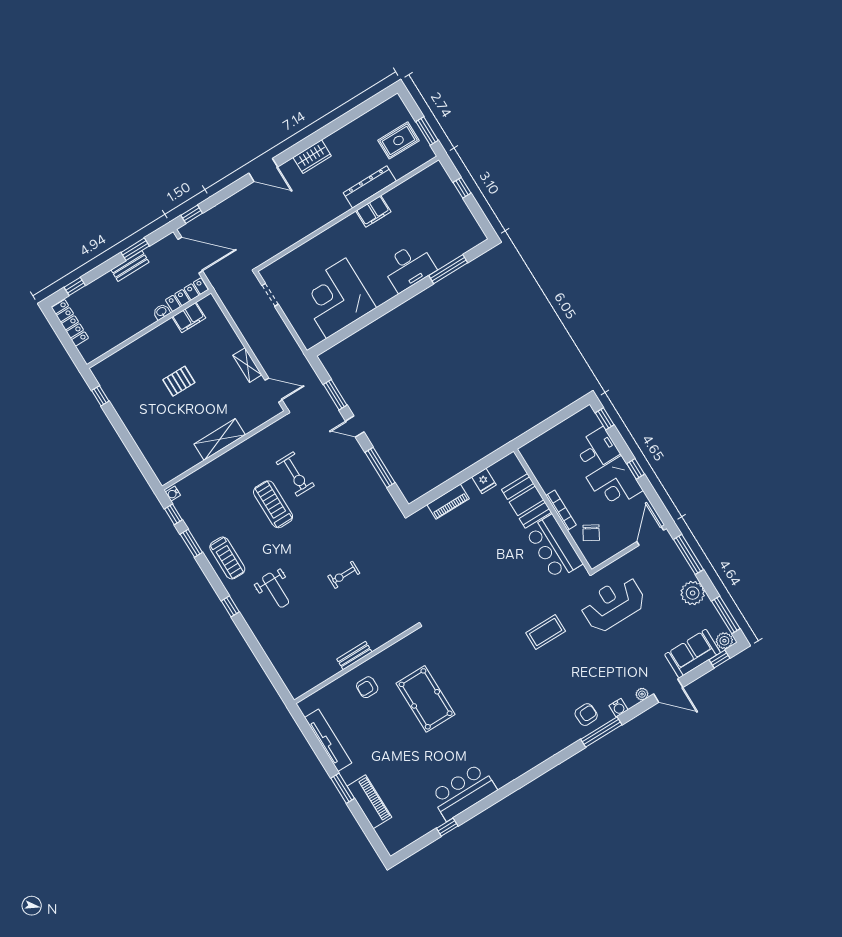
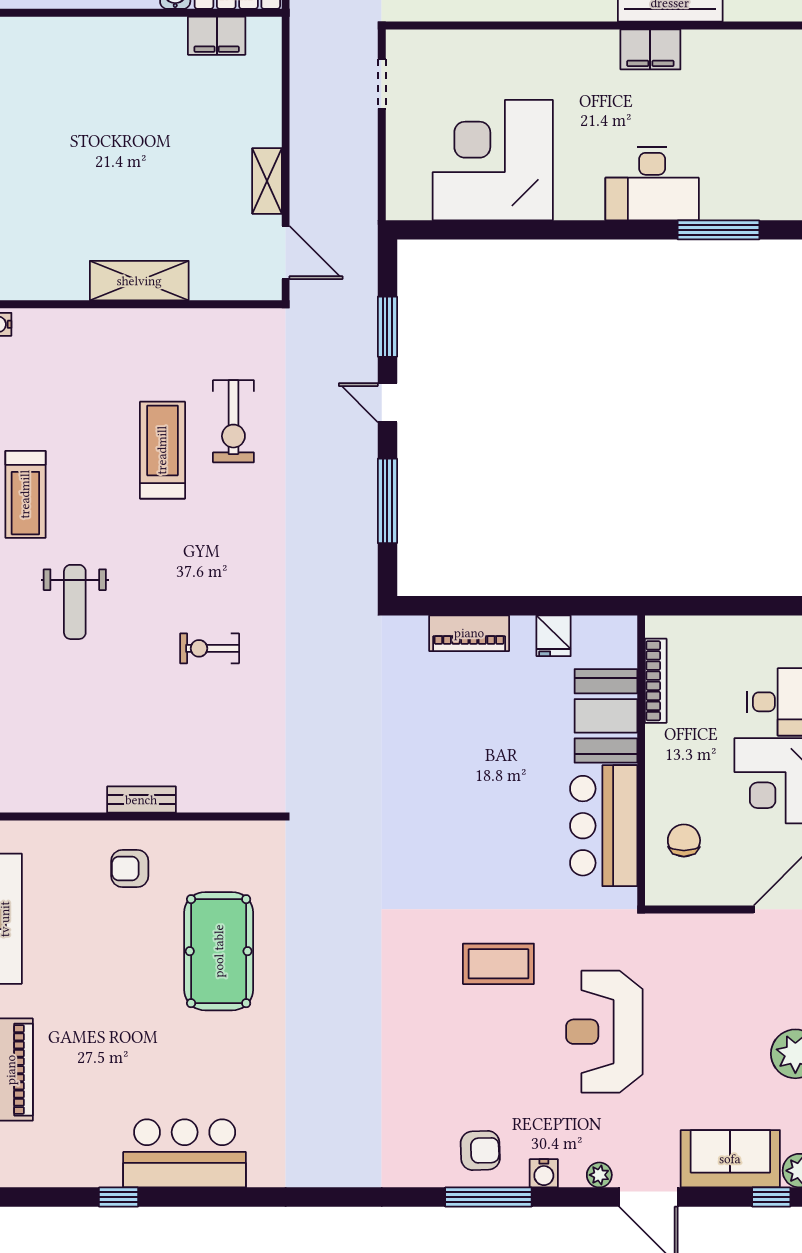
pallet: (179, 381) -> (131, 136), removed
bookcase: (561, 510) -> (656, 681), moved
chair: (591, 533) -> (684, 840), turned 150
reception desk: (613, 604) -> (604, 1032), moved, turned -90

